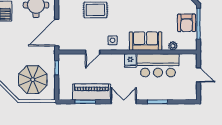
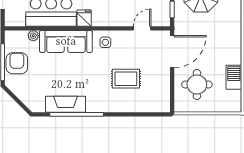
sofa: (146, 41) -> (66, 41), width x1.36
door: (93, 52) -> (142, 28), moved

